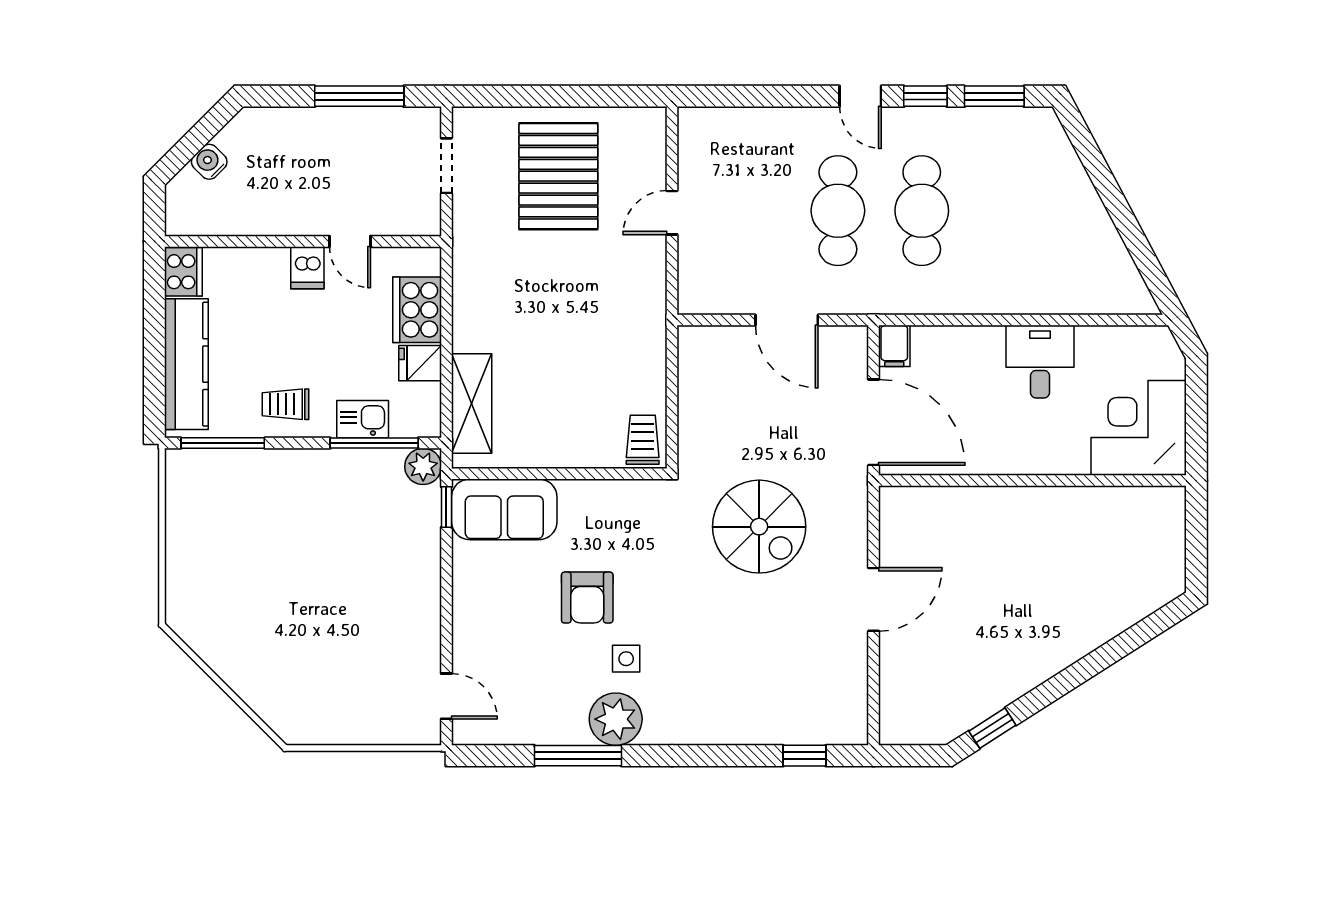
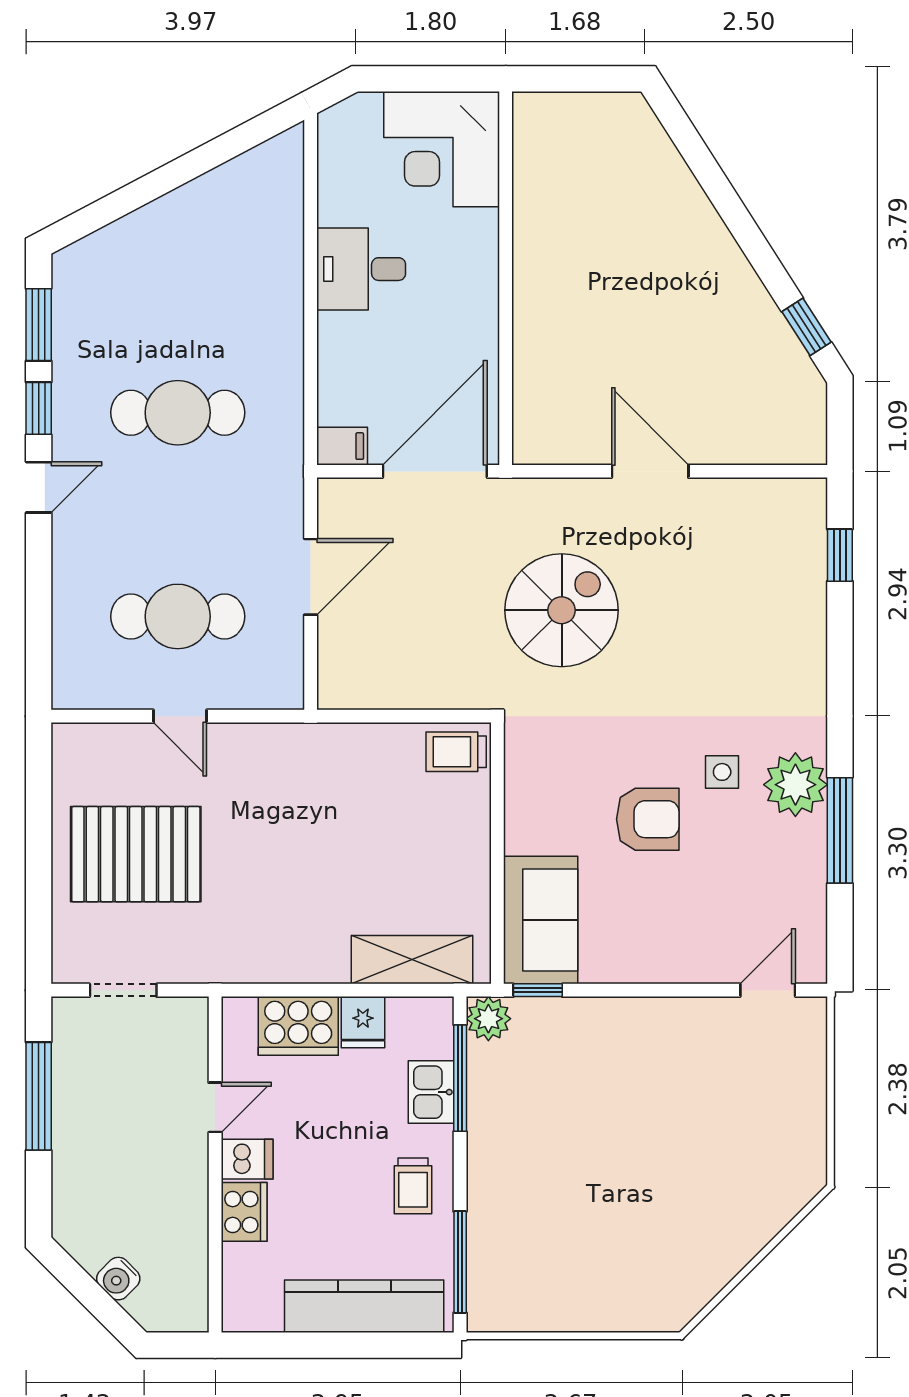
cafe table: (838, 211) -> (178, 616), moved
cooker: (183, 272) -> (244, 1212), moved, turned 90

